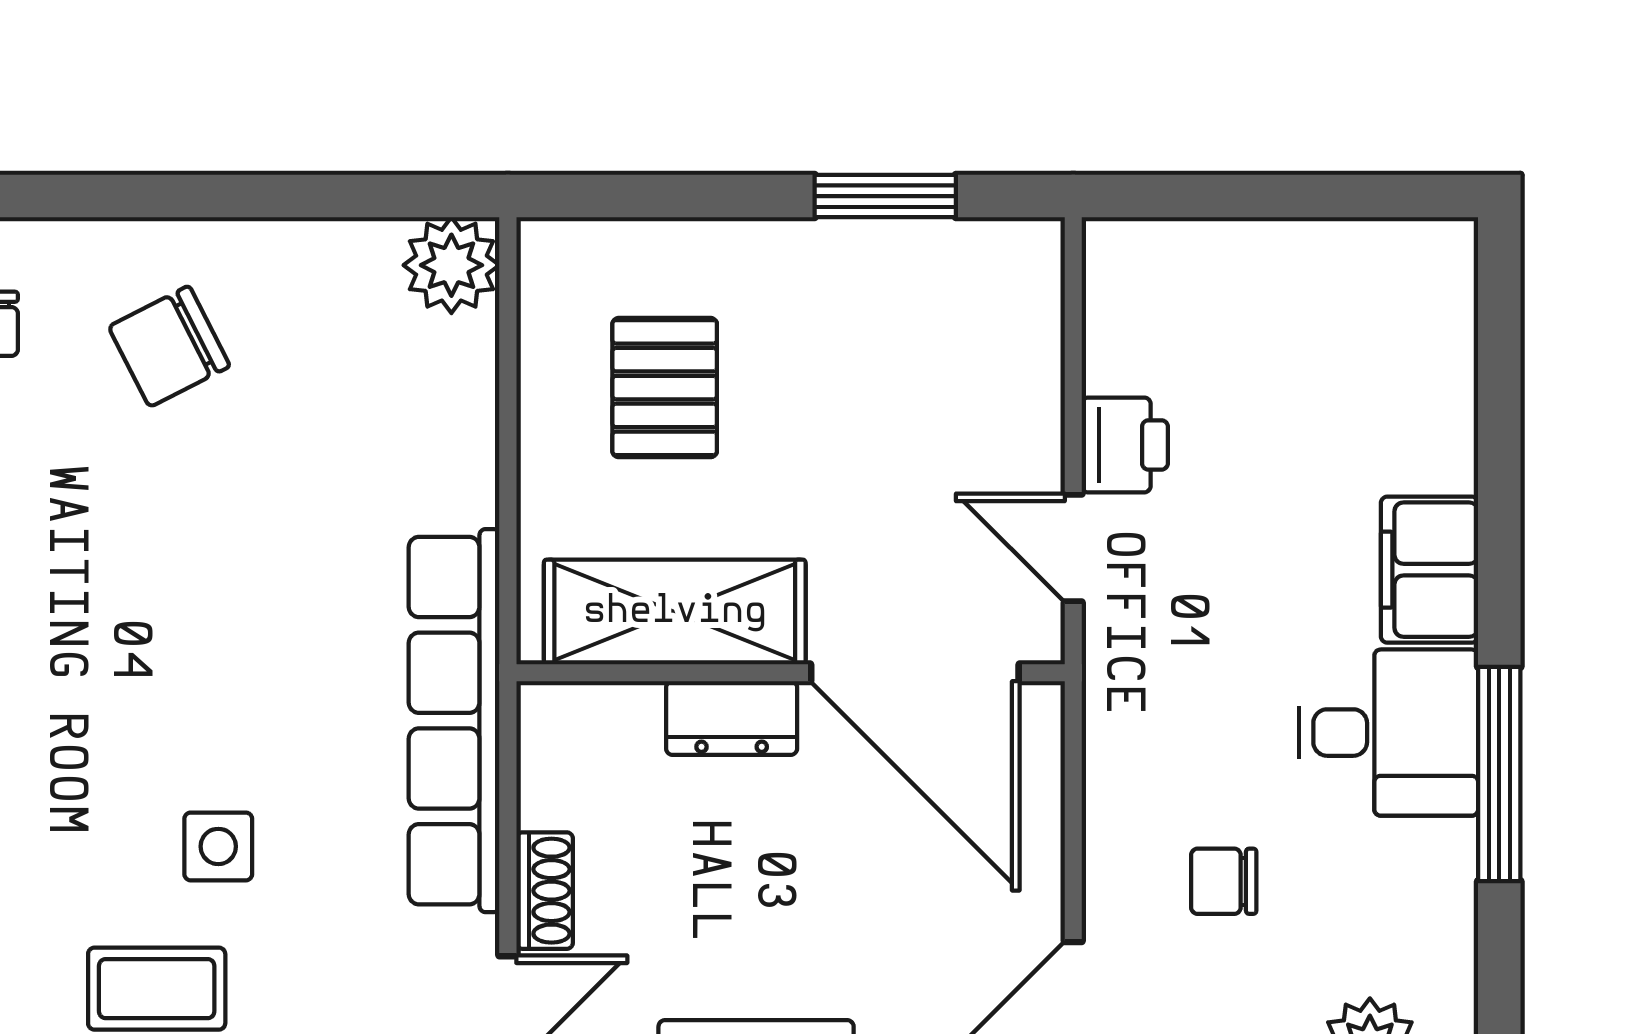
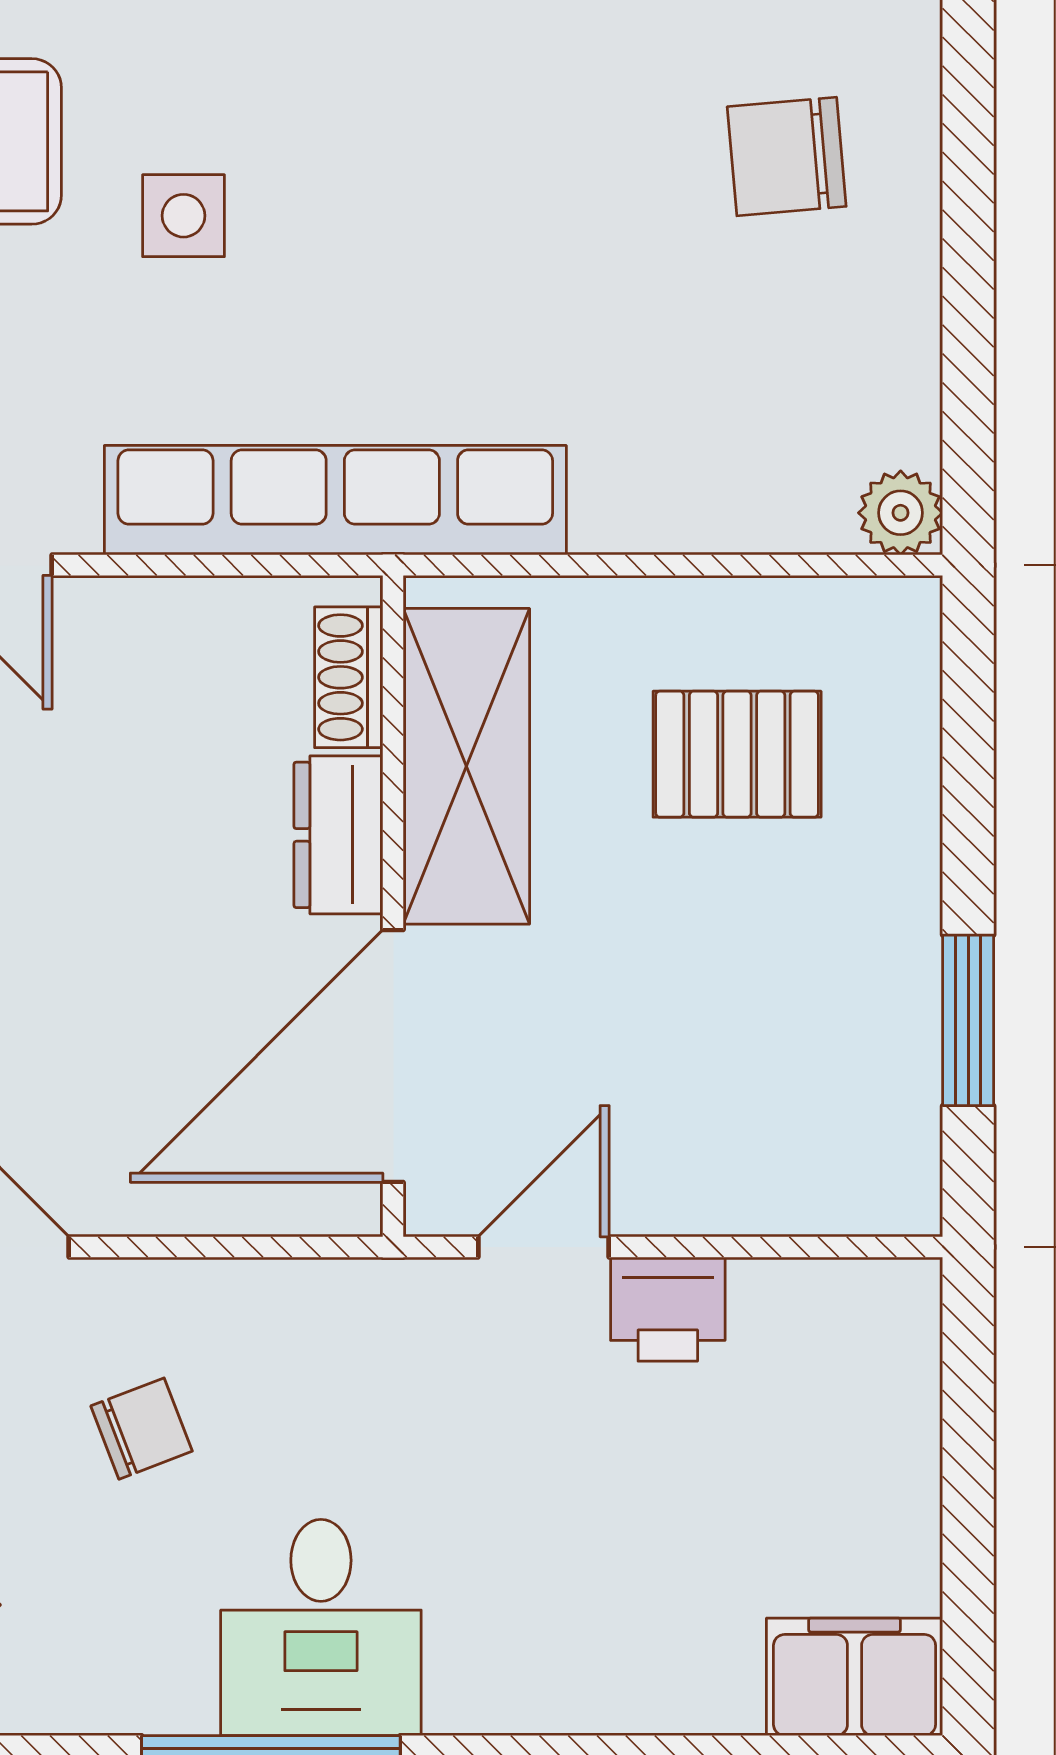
plant: (451, 265) -> (901, 513), width x0.73, depth x0.73
chair: (169, 346) -> (787, 157), turned -68
filing cabinet: (1430, 570) -> (855, 1677), moved
chair: (1224, 881) -> (142, 1429), turned 69
shoe rack: (545, 891) -> (349, 677), moved, turned 90

